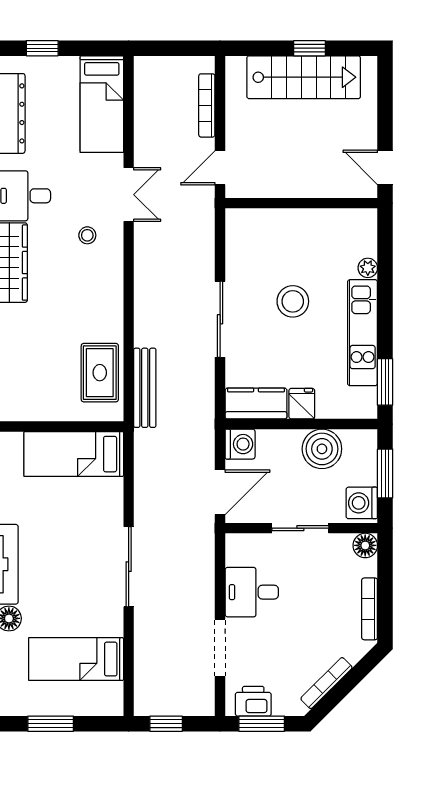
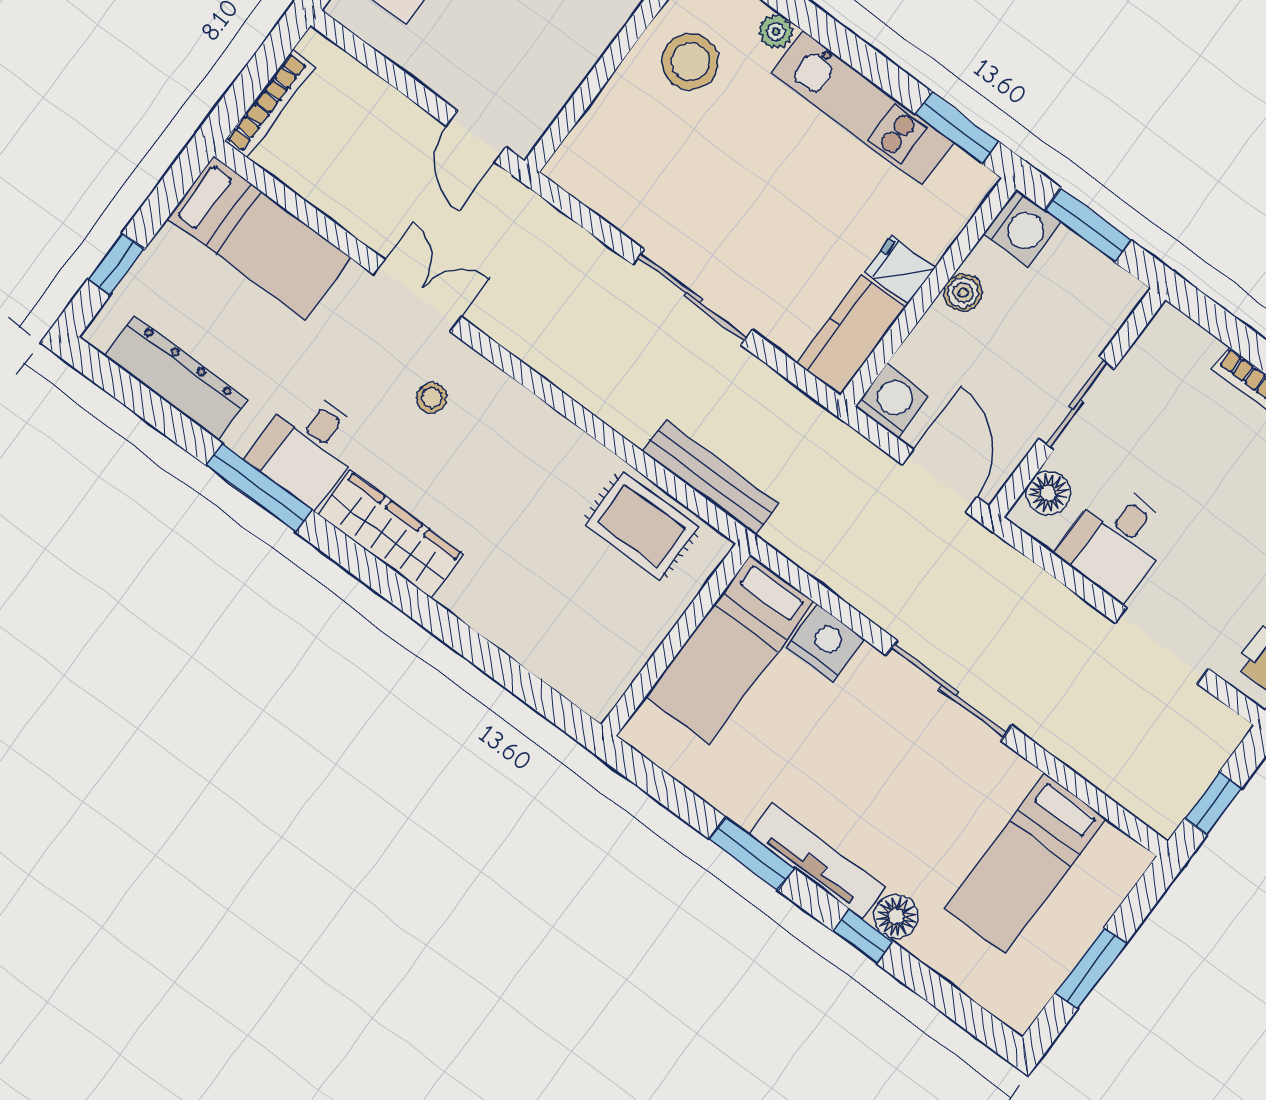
bookcase: (207, 105) -> (270, 104), moved, turned -90
stool: (293, 301) -> (690, 62), moved
boiler: (322, 449) -> (963, 293), width x0.54, depth x0.54
nightstand: (109, 495) -> (825, 643), added
washing machine: (362, 503) -> (1022, 228), moved, turned -90
floor lamp: (365, 545) -> (1048, 493), moved

